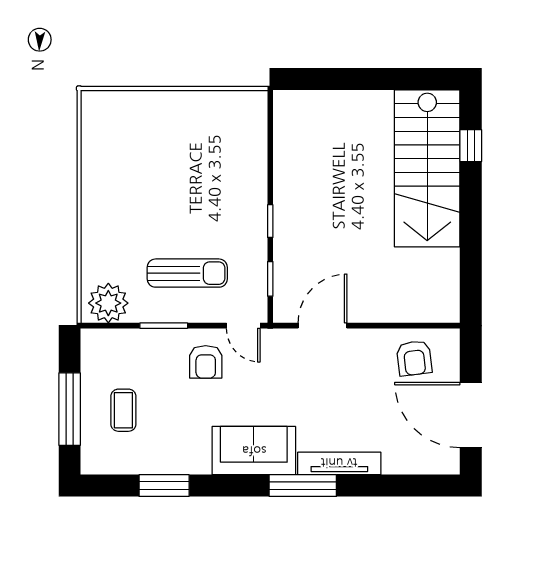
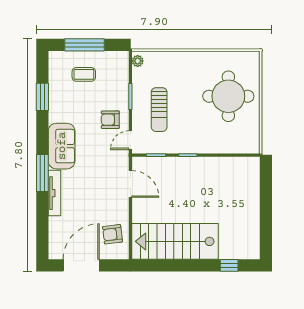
round table: (163, 147) -> (228, 96), added
stairs: (427, 168) -> (175, 241), moved
plant: (108, 303) -> (138, 61), width x0.53, depth x0.53

